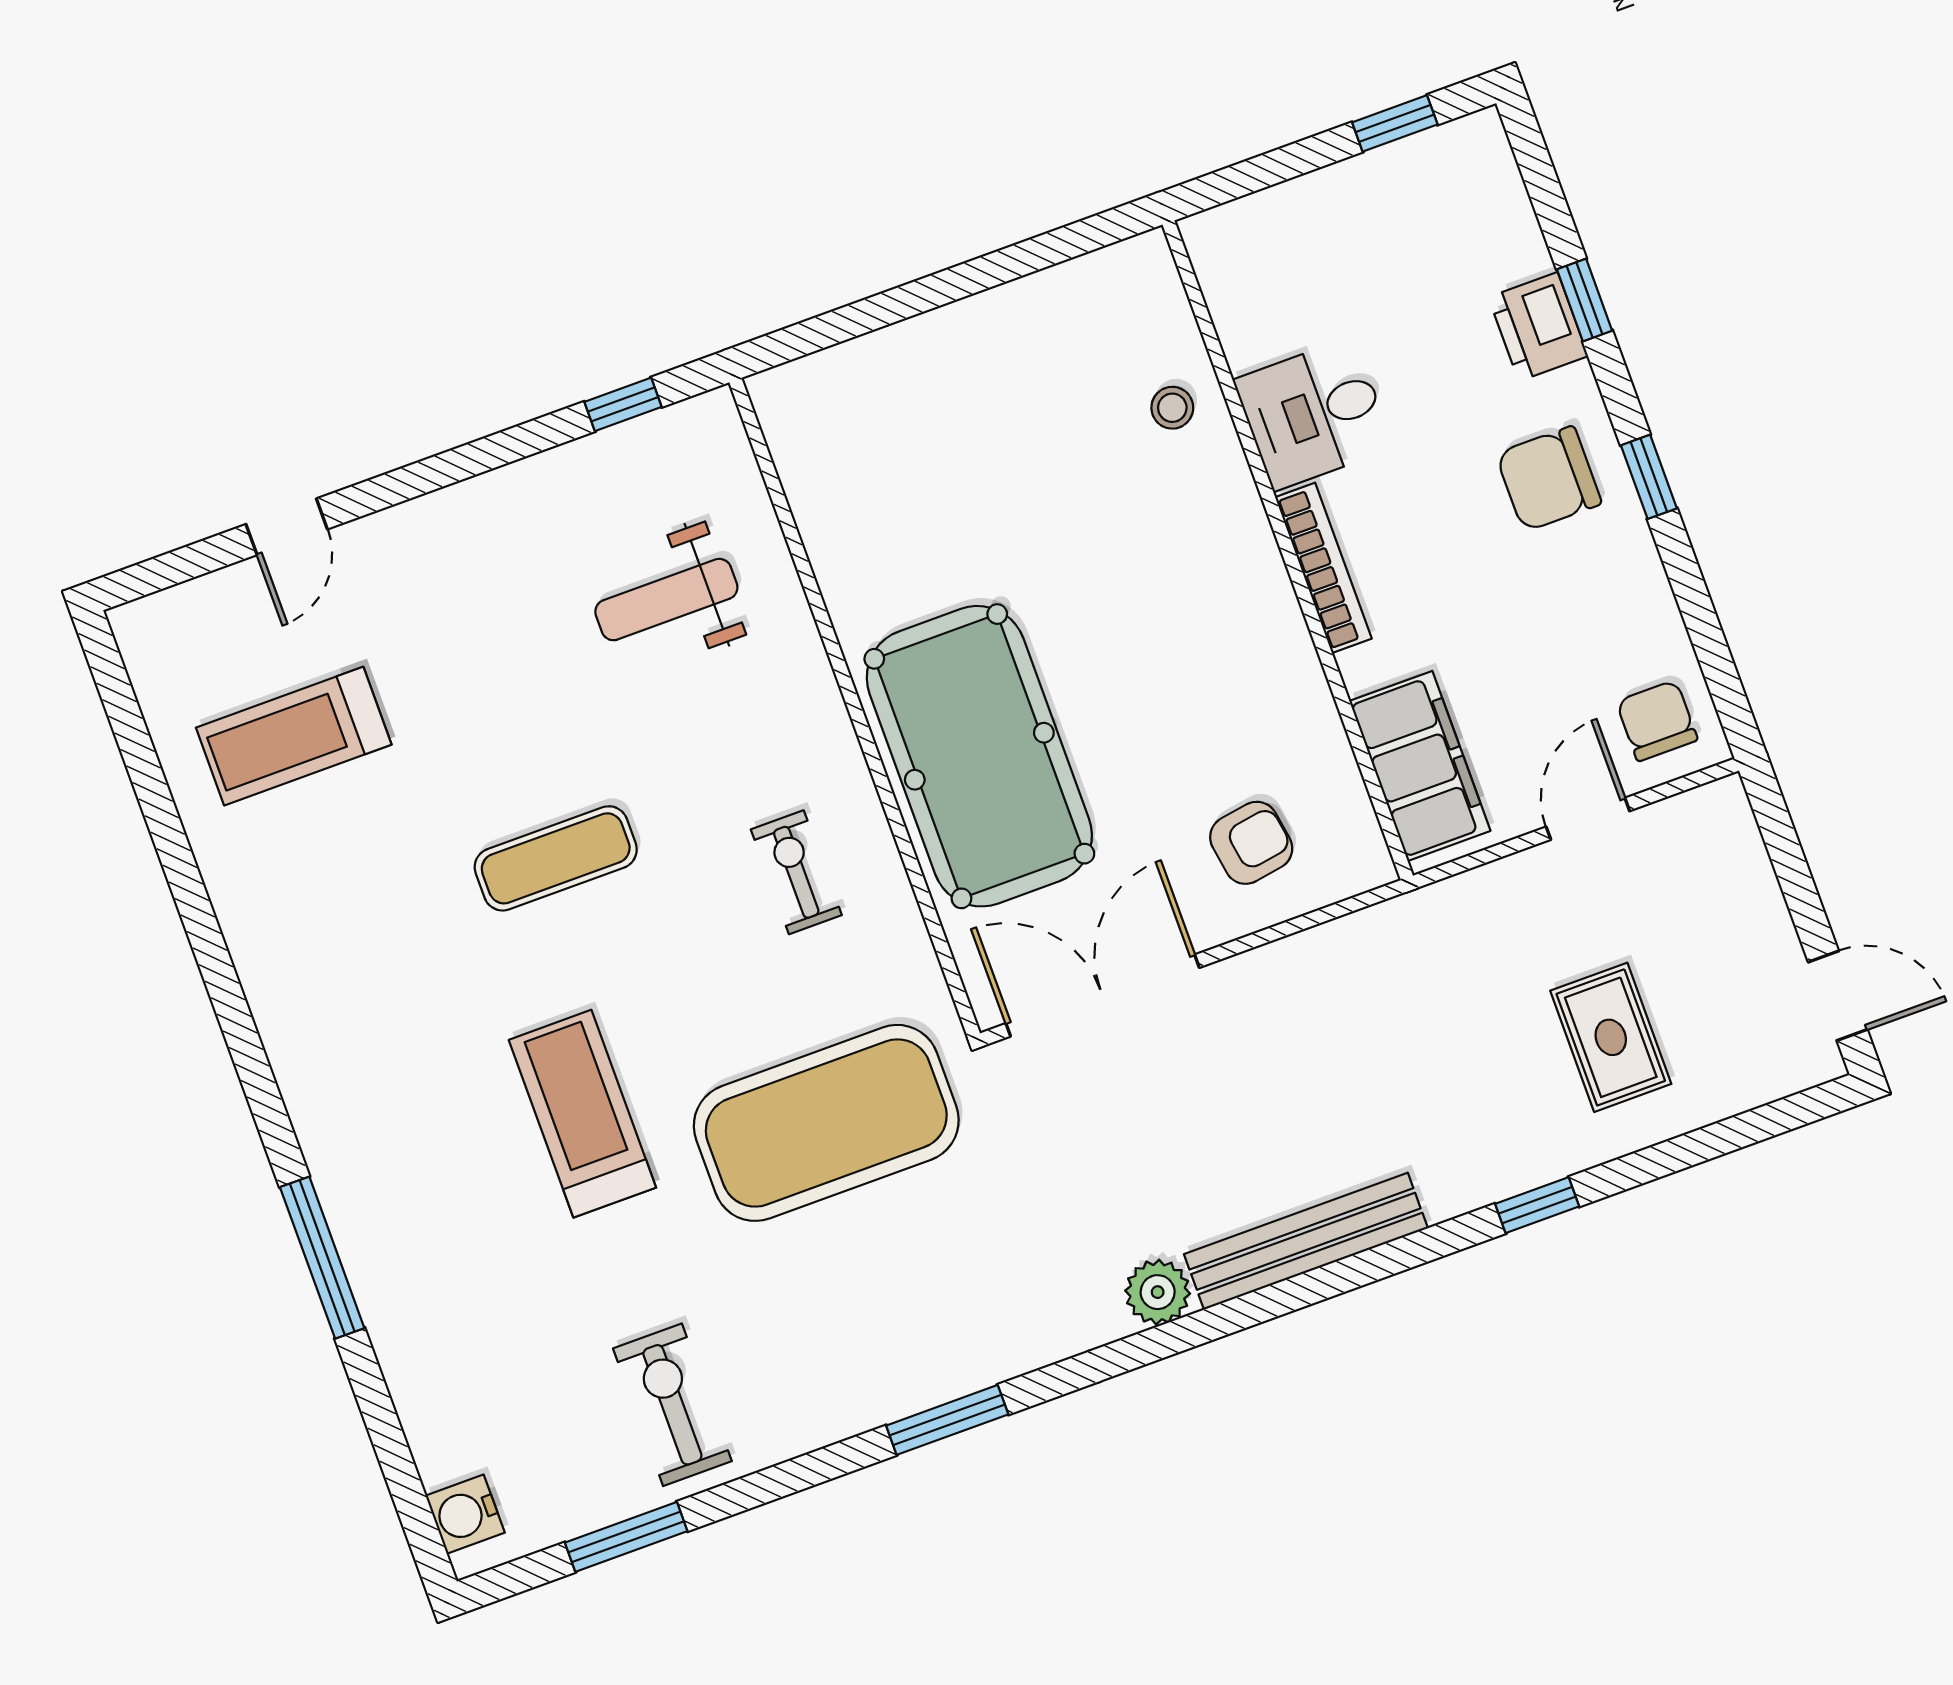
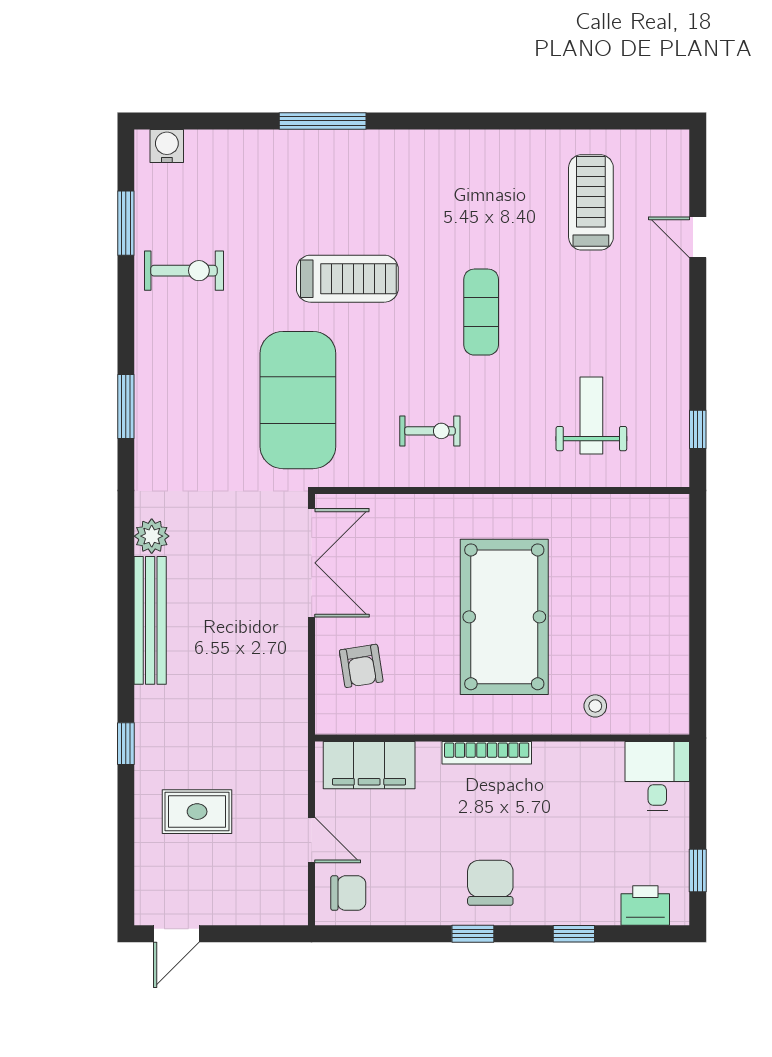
printer: (1538, 327) -> (645, 905), moved
desk: (1314, 414) -> (657, 776), moved
pool table: (979, 756) -> (504, 617), moved, turned 90

